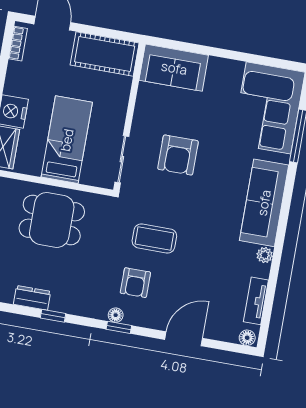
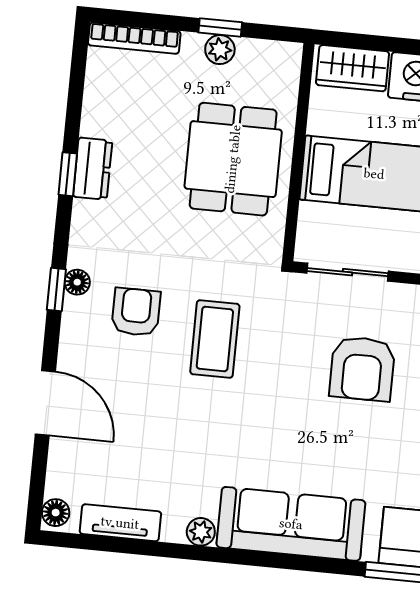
armchair: (178, 155) -> (362, 369), turned -90
armchair: (135, 283) -> (136, 312), turned 90
dresser: (32, 298) -> (93, 169), moved

